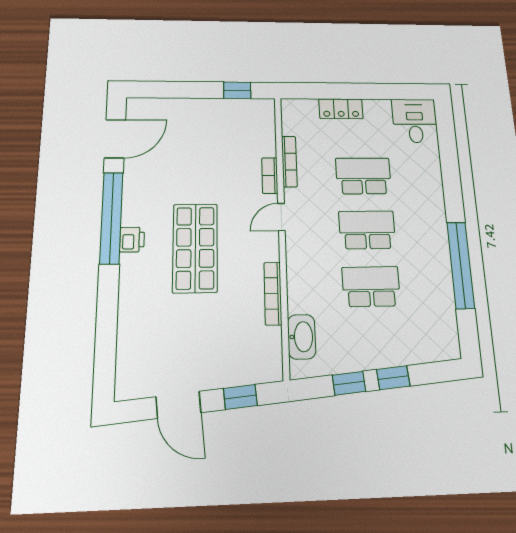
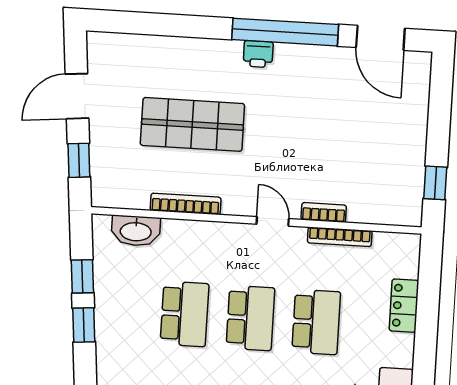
shop shelf: (195, 248) -> (192, 124), moved

